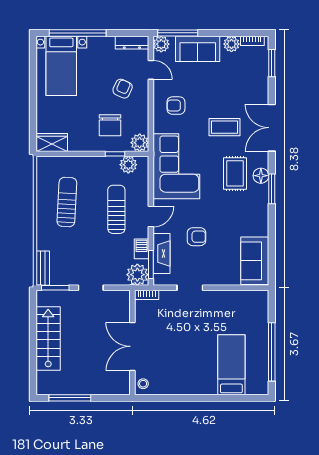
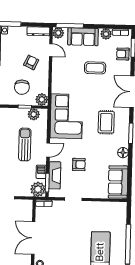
armchair: (176, 106) -> (123, 54), moved
coffee table: (224, 127) -> (95, 68), moved
floor lamp: (261, 176) -> (123, 153), moved

